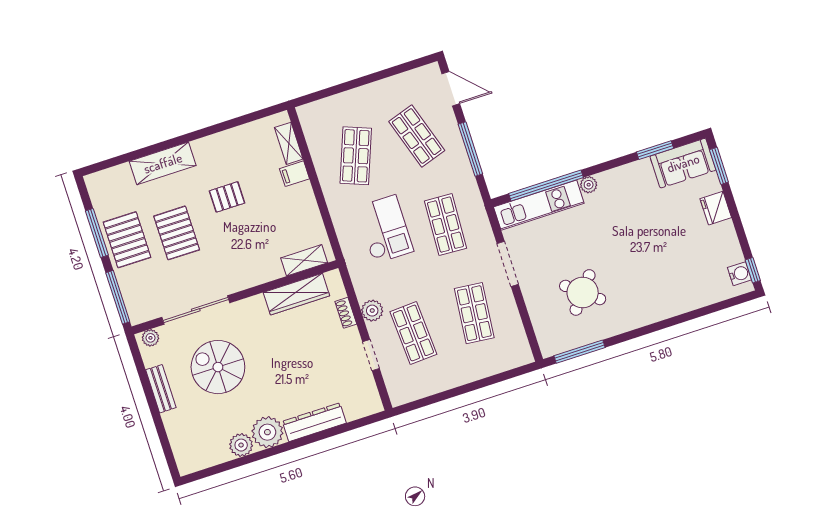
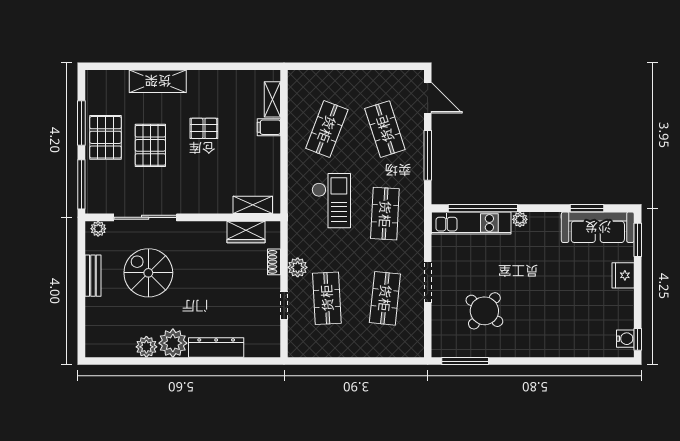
sofa: (683, 163) -> (598, 227), width x1.36
doorway: (508, 264) -> (428, 282), moved
wardrobe: (296, 294) -> (246, 232), width x0.67

